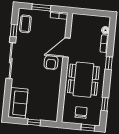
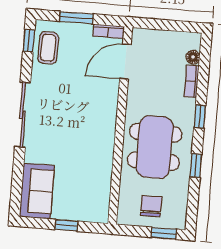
window: (14, 31) -> (29, 41), moved
door: (67, 48) -> (125, 62), moved
armchair: (51, 63) -> (96, 117), removed
window: (105, 104) -> (196, 166), moved

